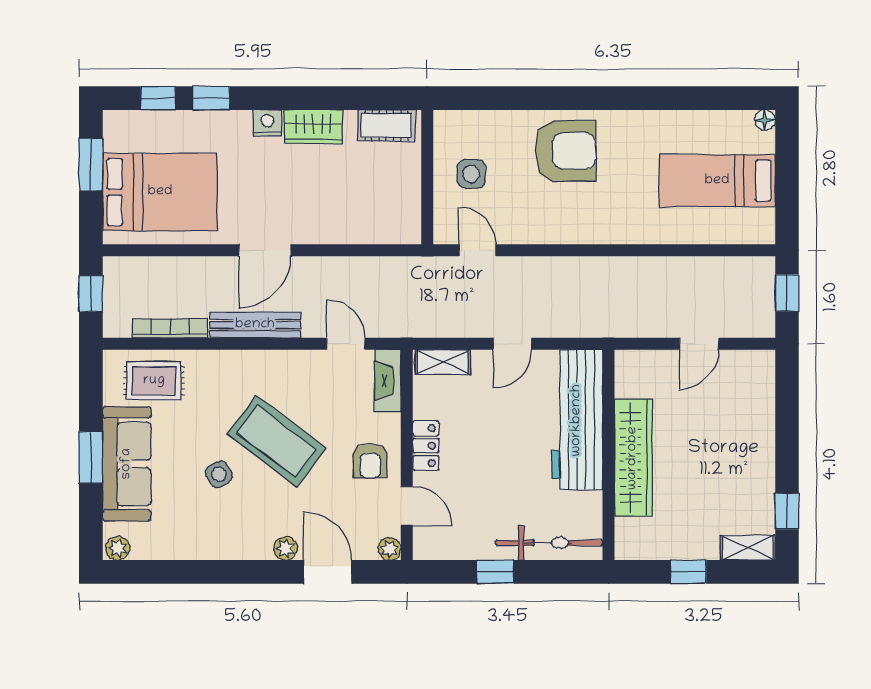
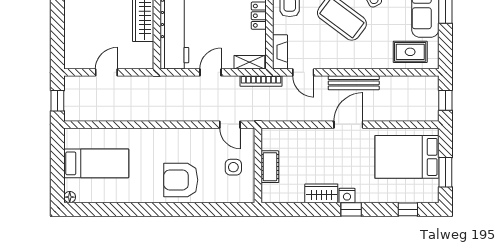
window: (211, 98) -> (351, 209), moved
cot: (386, 125) -> (270, 167), moved, turned 90
bookcase: (170, 328) -> (261, 81), moved

